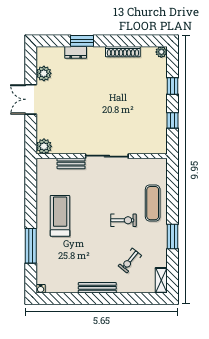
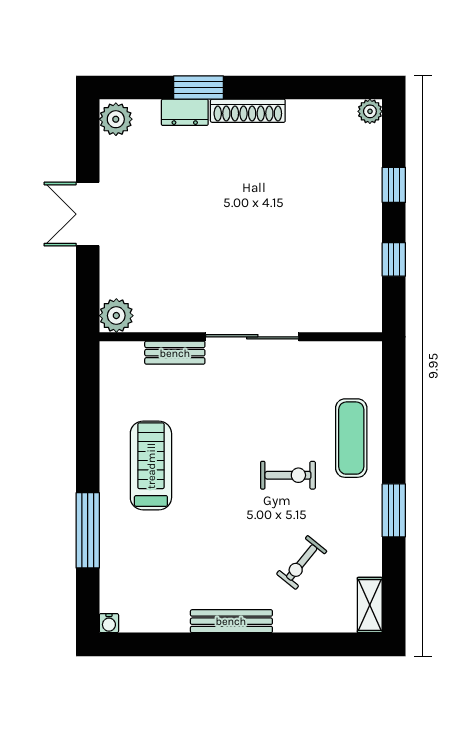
shoe rack: (123, 52) -> (248, 111), moved
plant: (44, 73) -> (116, 119), moved

